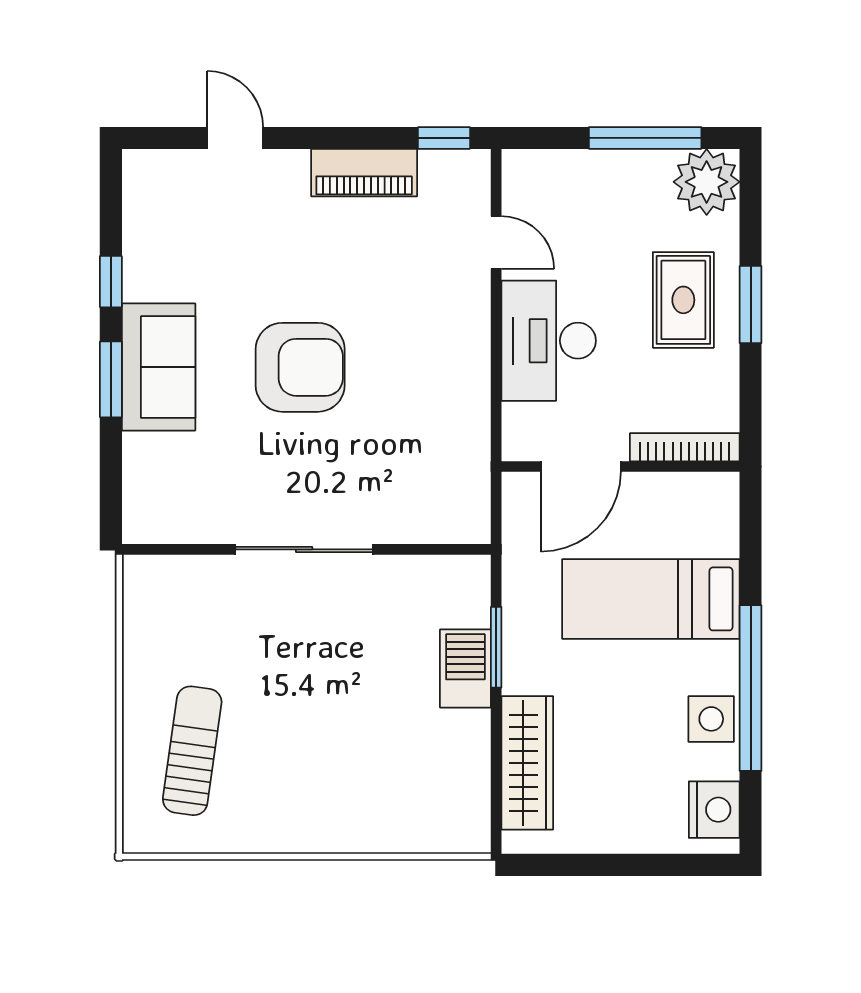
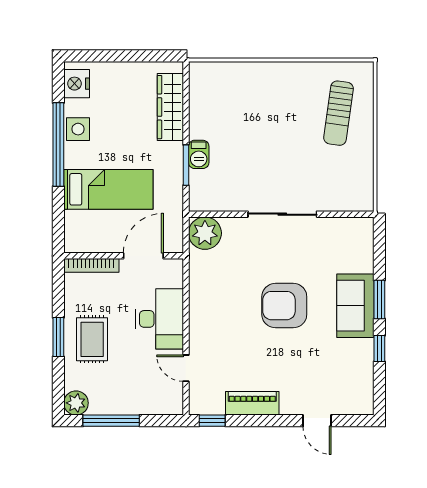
plant: (707, 182) -> (76, 403), width x0.73, depth x0.73
plant: (458, 512) -> (205, 233), added
barbecue: (465, 669) -> (199, 154), width x0.73, depth x0.79

